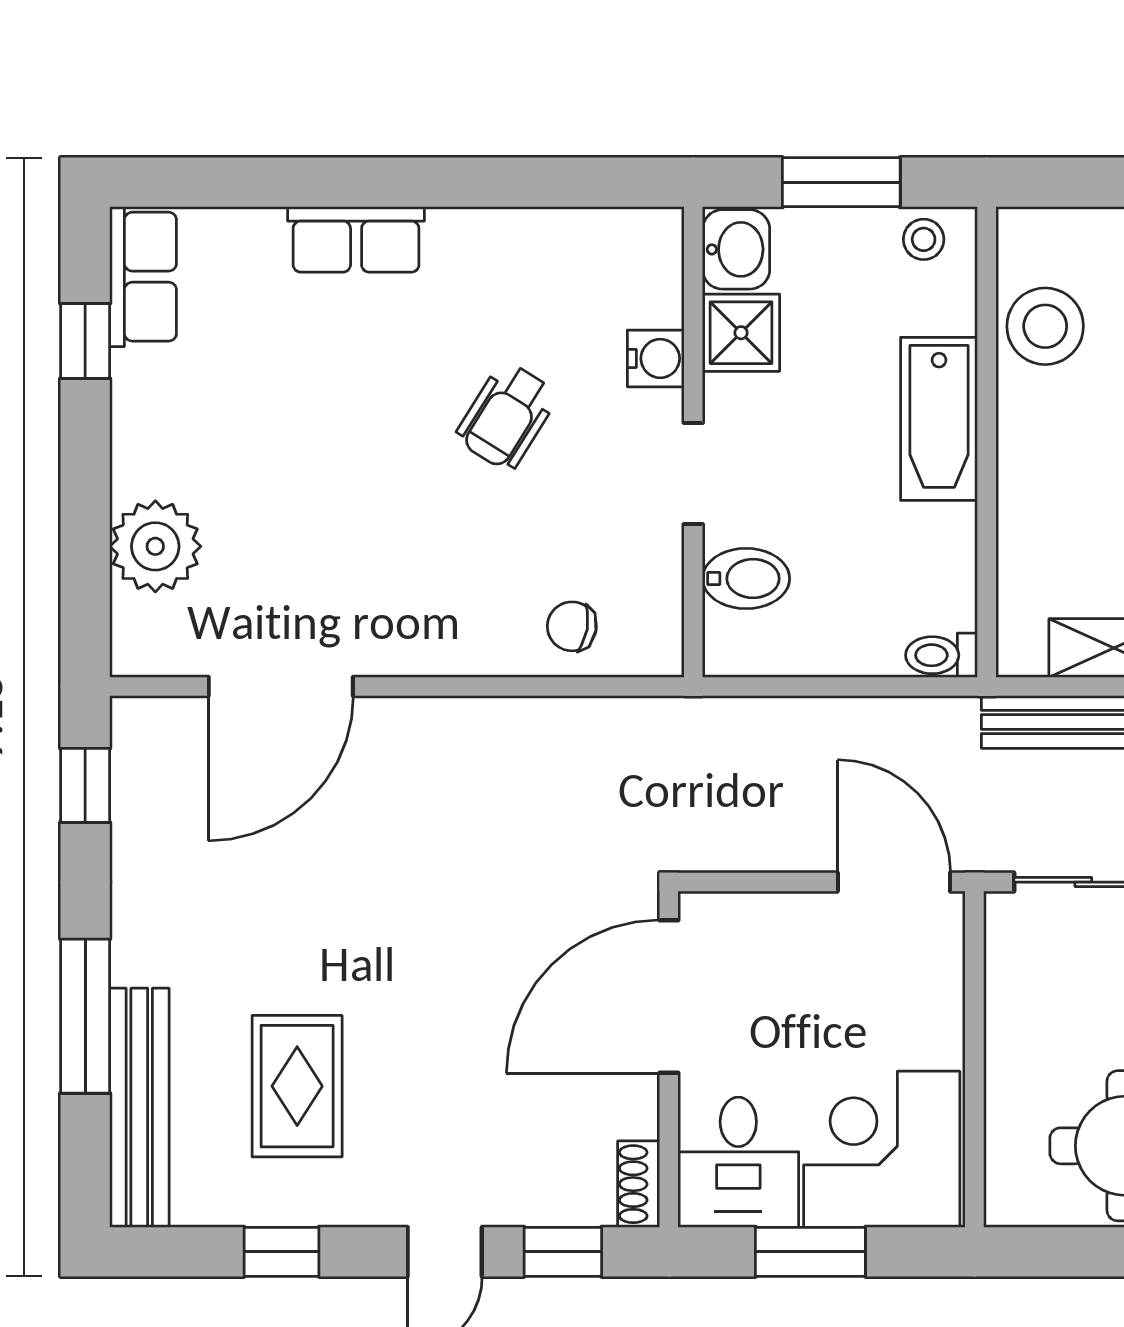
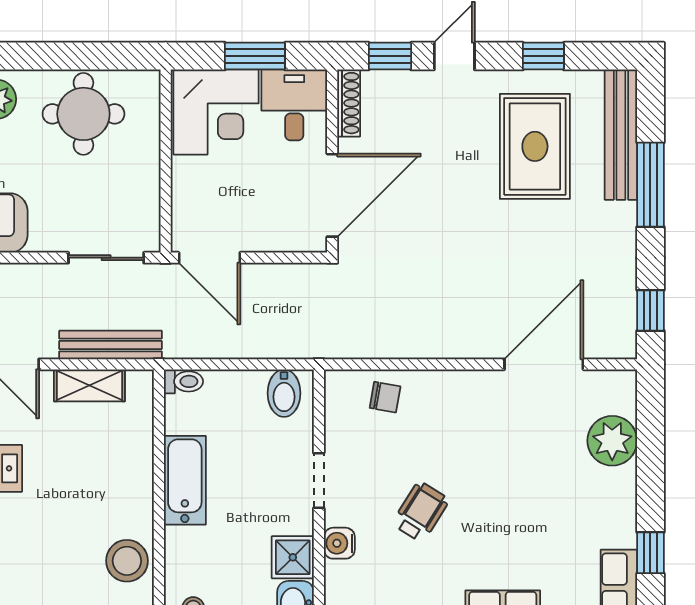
bathtub: (939, 419) -> (185, 480), moved
bidet: (746, 579) -> (284, 393), moved, turned -90
rug: (297, 1086) -> (535, 146), width x1.36, depth x1.43
shoe rack: (639, 1184) -> (349, 103), width x1.43

